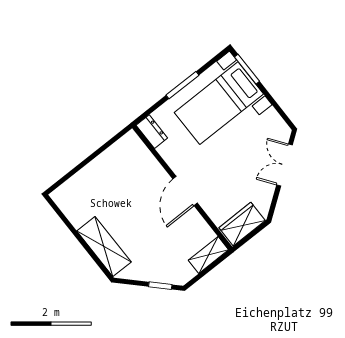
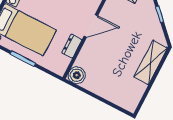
dresser: (152, 132) -> (72, 46), moved
boiler: (130, 145) -> (77, 75), added

